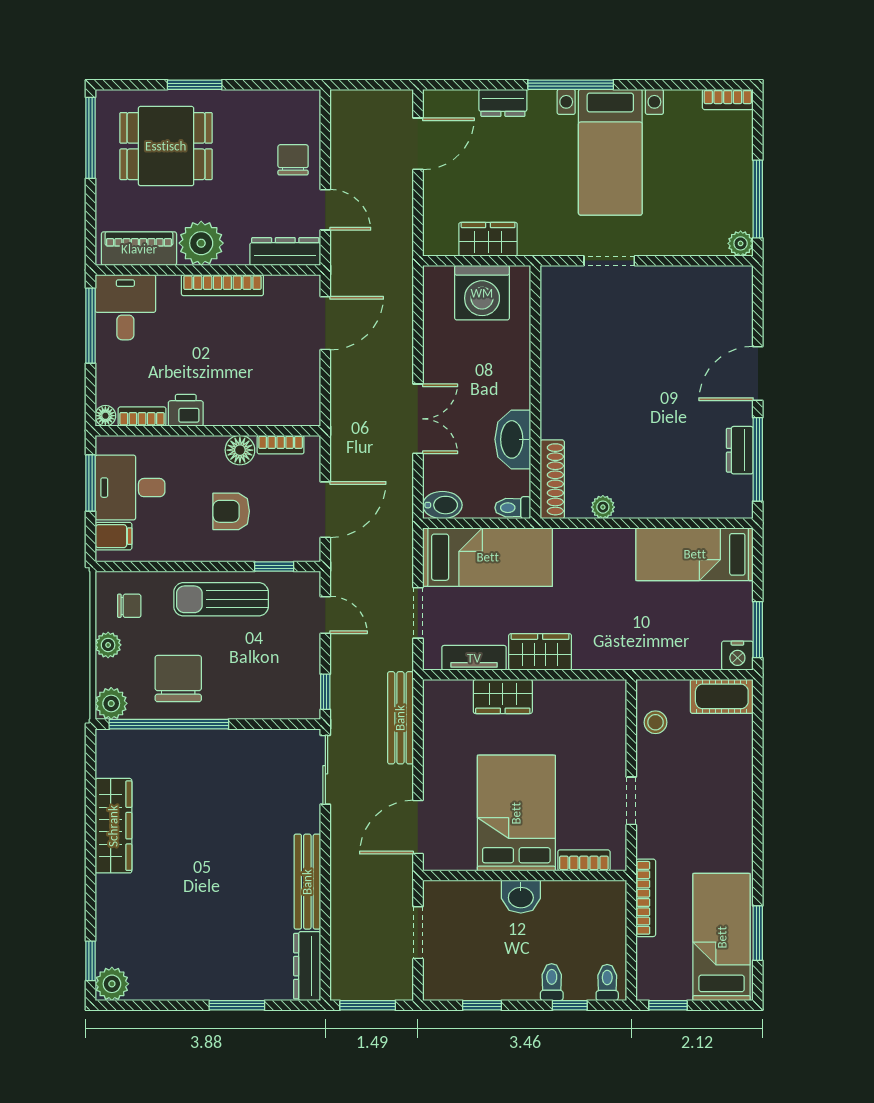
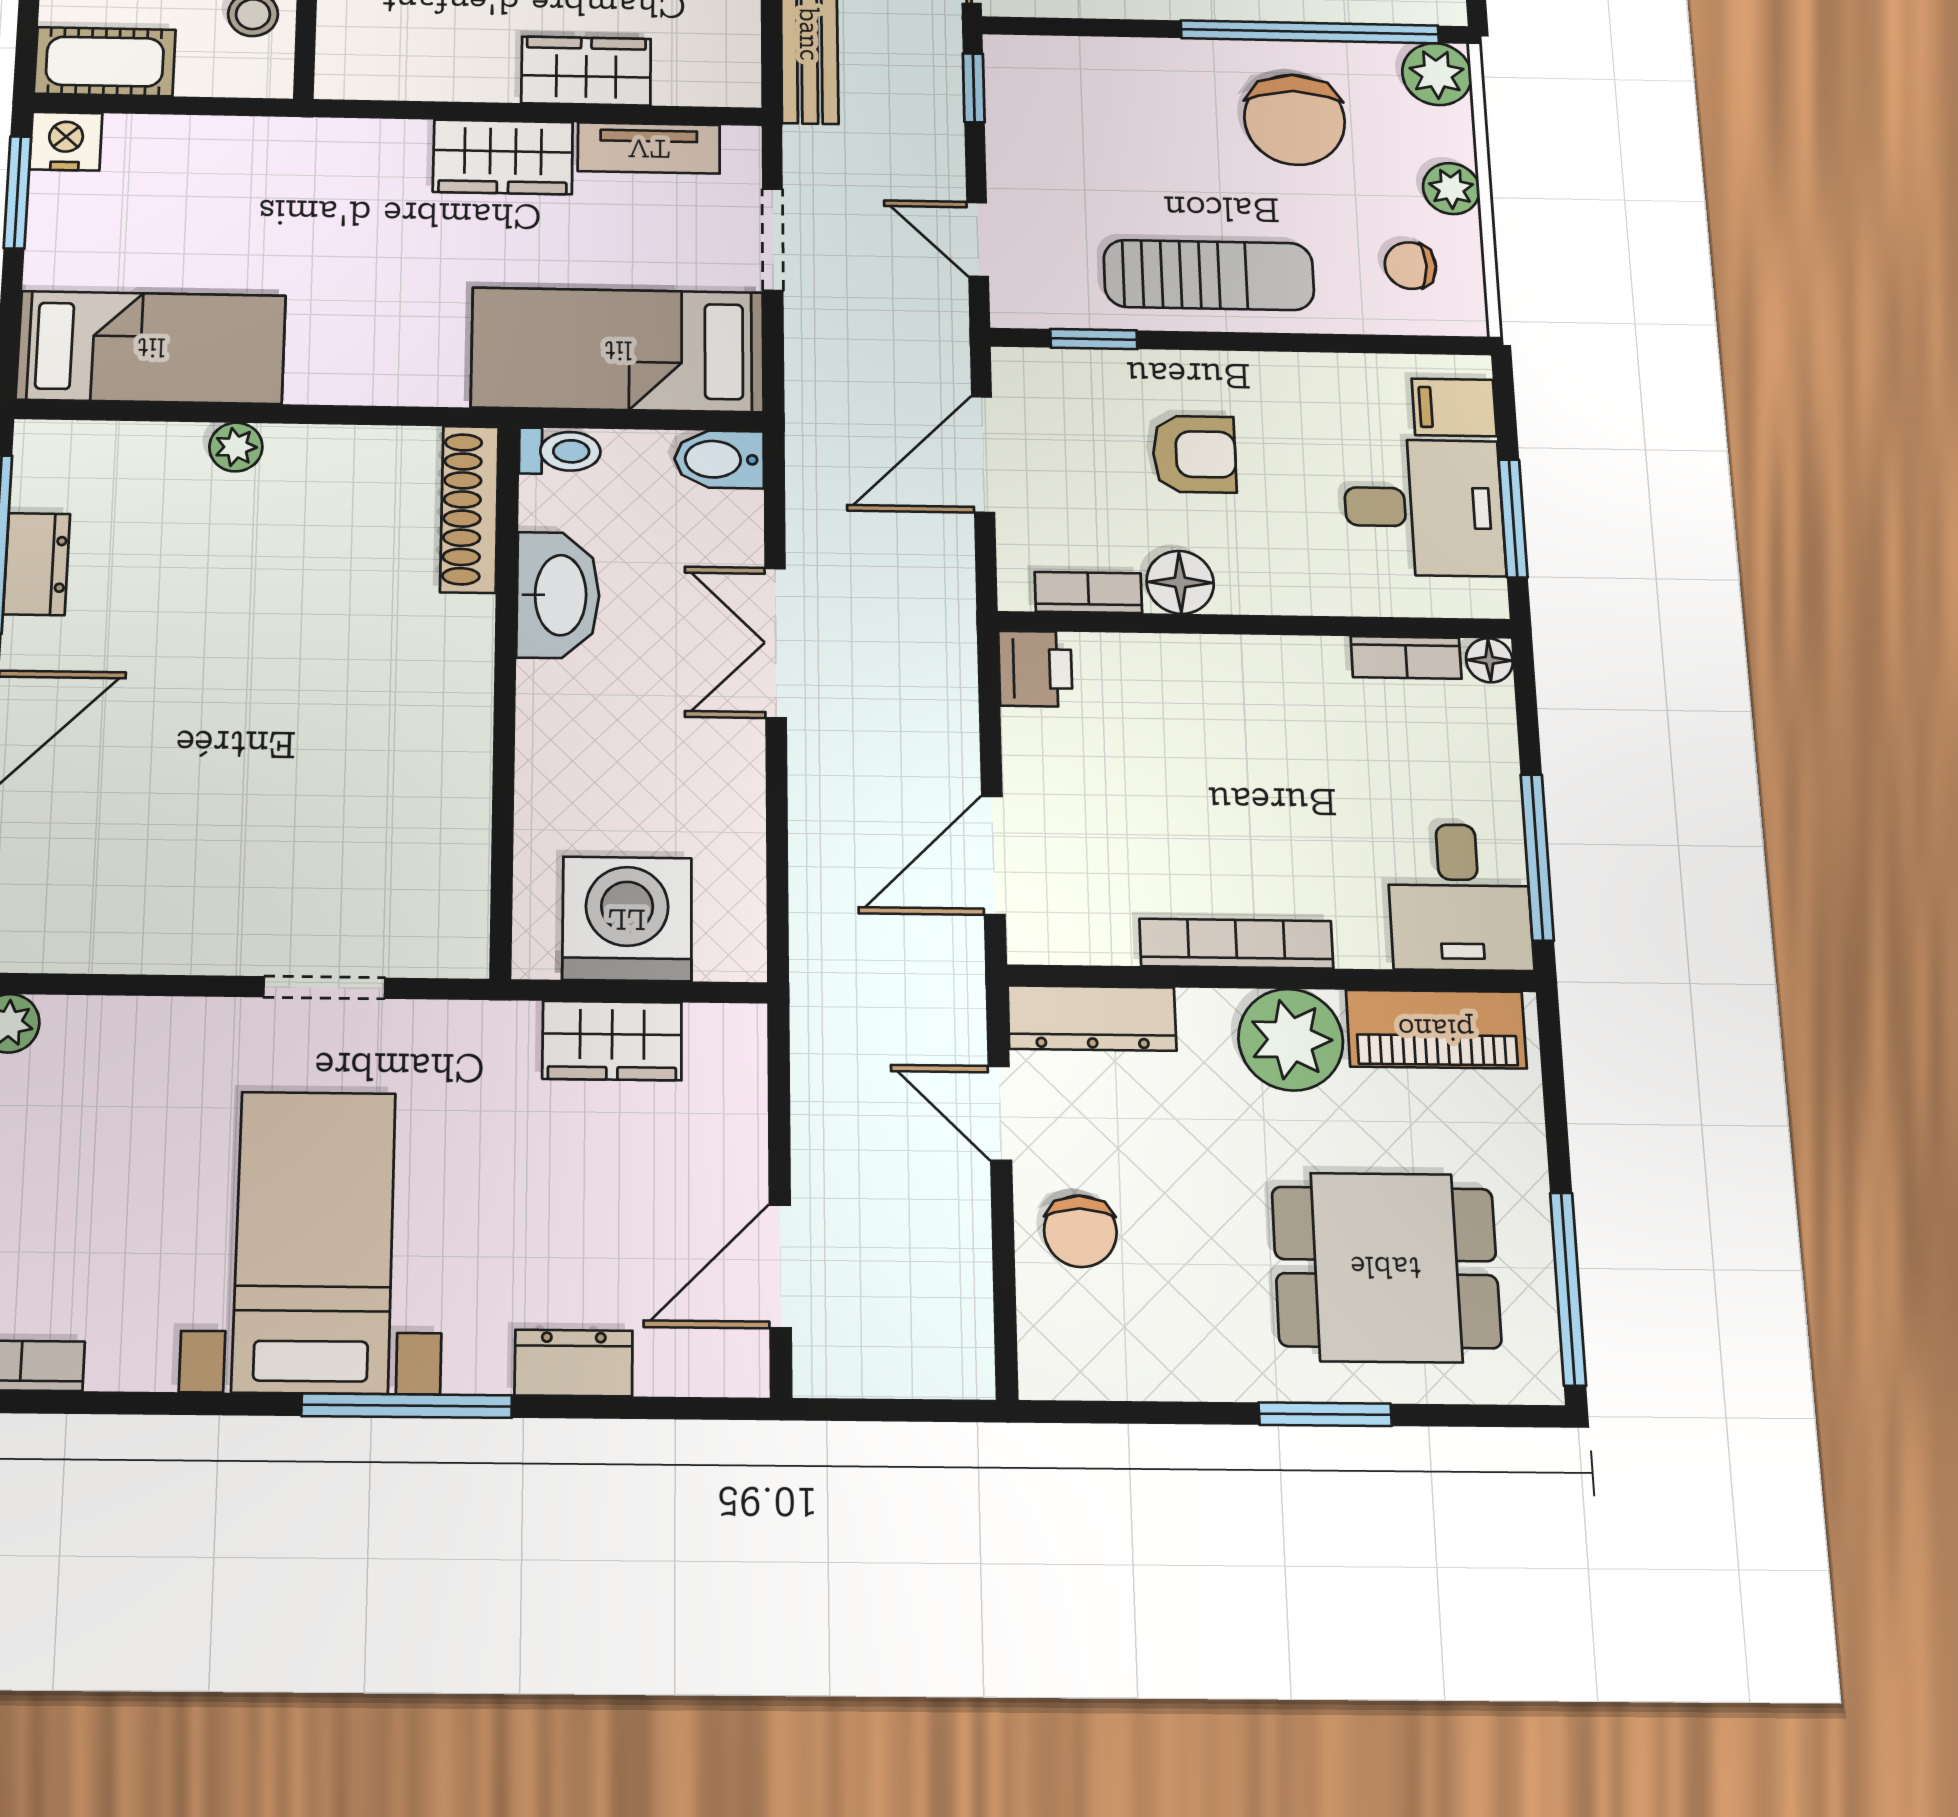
printer: (186, 410) -> (1035, 669), moved, turned -90
plant: (603, 507) -> (236, 447), moved

